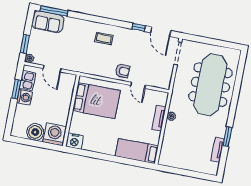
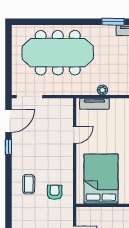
armchair: (123, 71) -> (55, 192), moved
tv unit: (159, 118) -> (94, 104), moved

